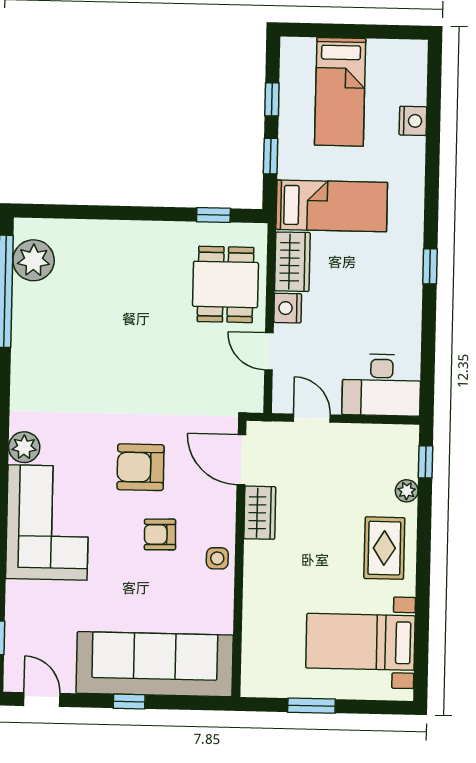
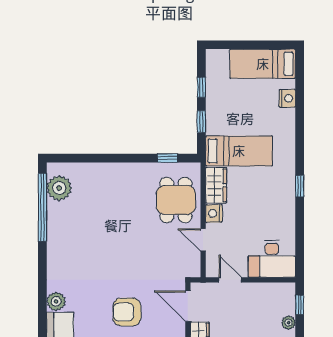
bed: (340, 92) -> (263, 64), moved, turned 90

